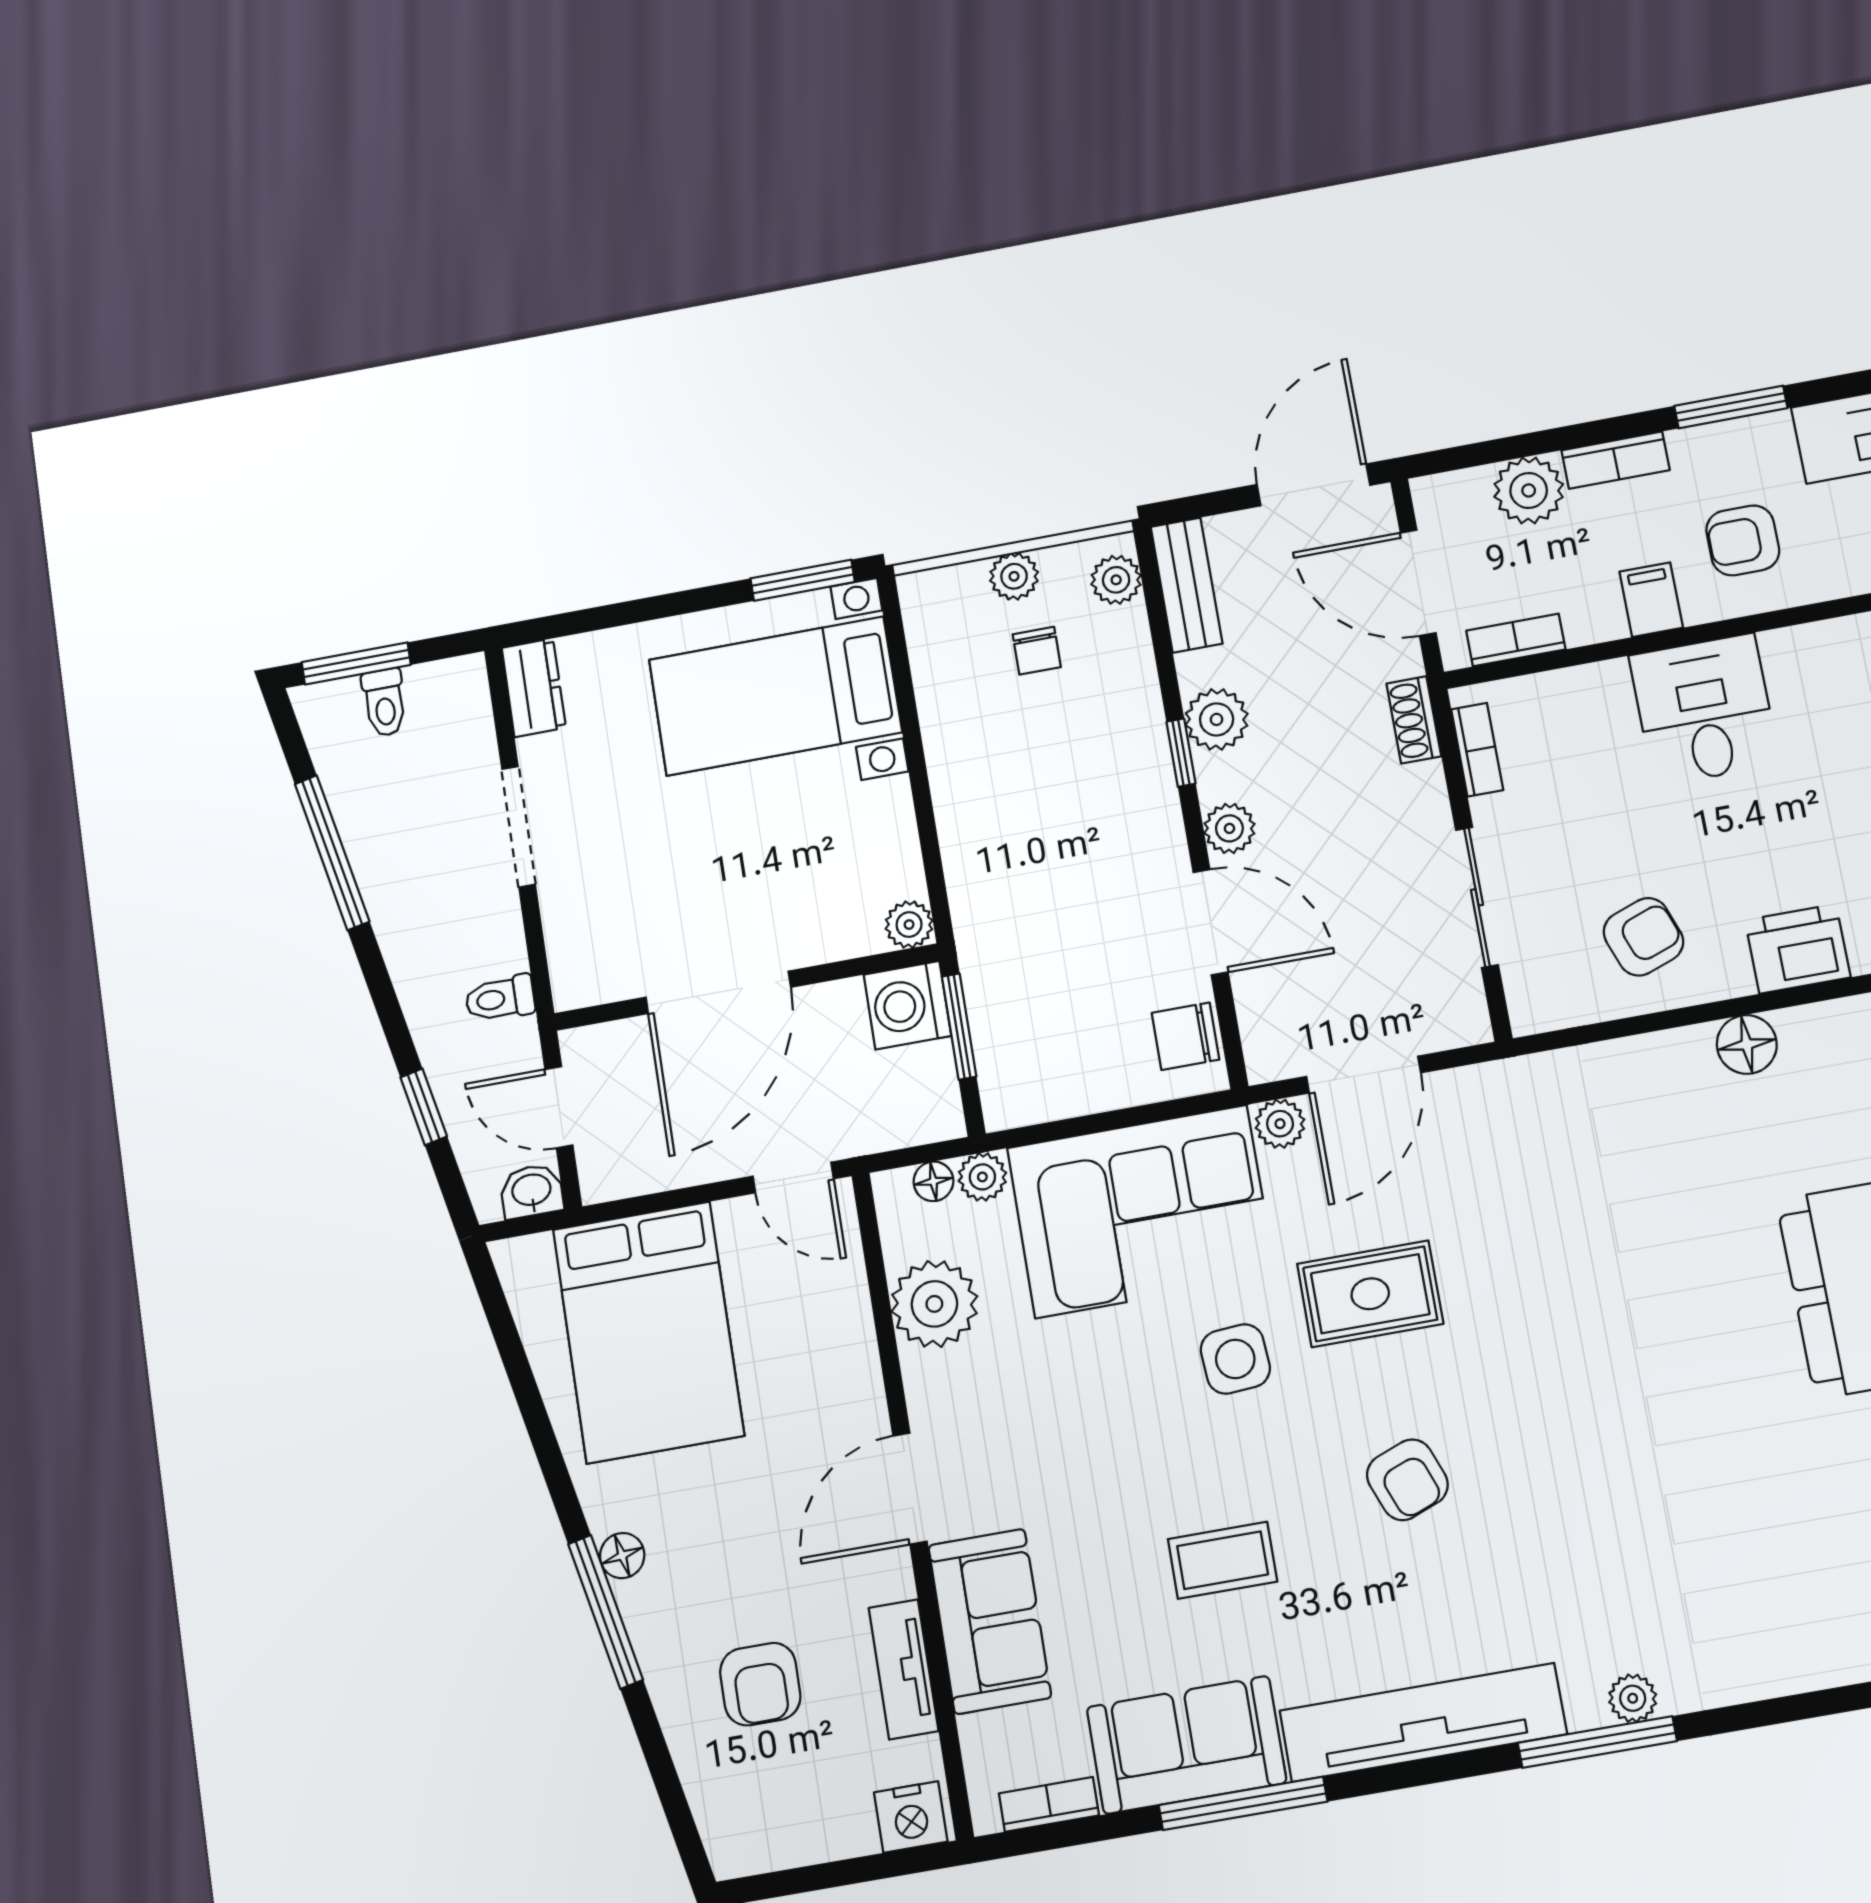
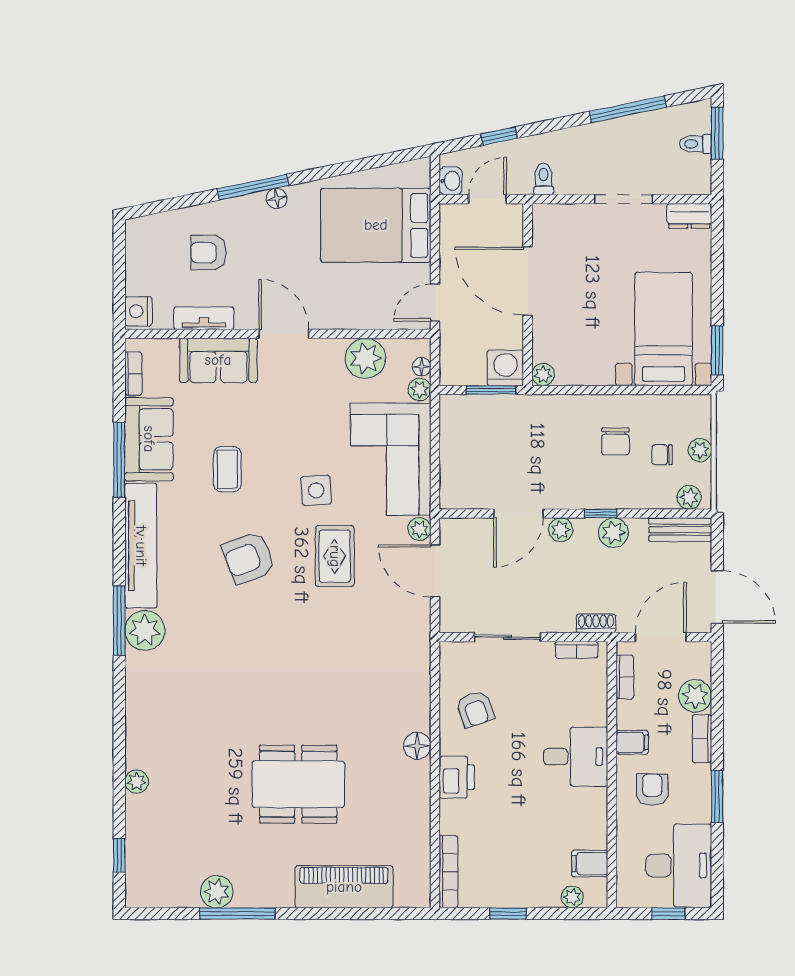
chair: (1186, 1036) -> (615, 441), moved, turned 180
armchair: (1407, 1480) -> (249, 558), width x1.38, depth x1.38
plant: (1633, 1698) -> (145, 630), width x1.88, depth x1.88

